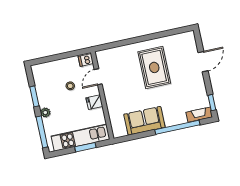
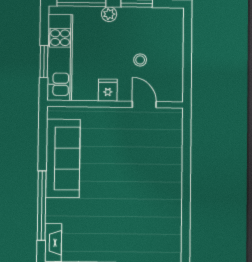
dishwasher: (86, 60) -> (173, 92), removed
rug: (154, 67) -> (139, 191), removed
sofa: (144, 121) -> (63, 158), width x1.36

